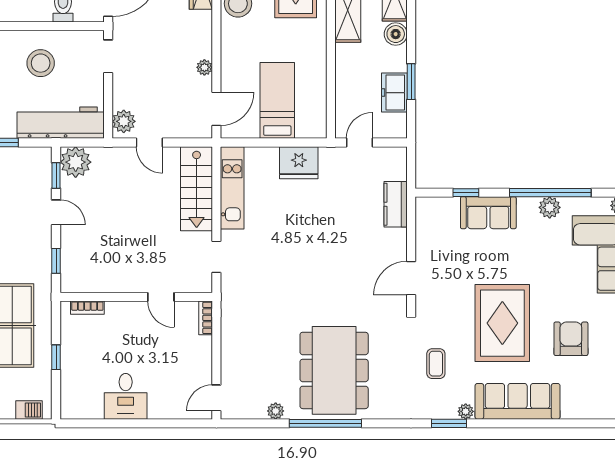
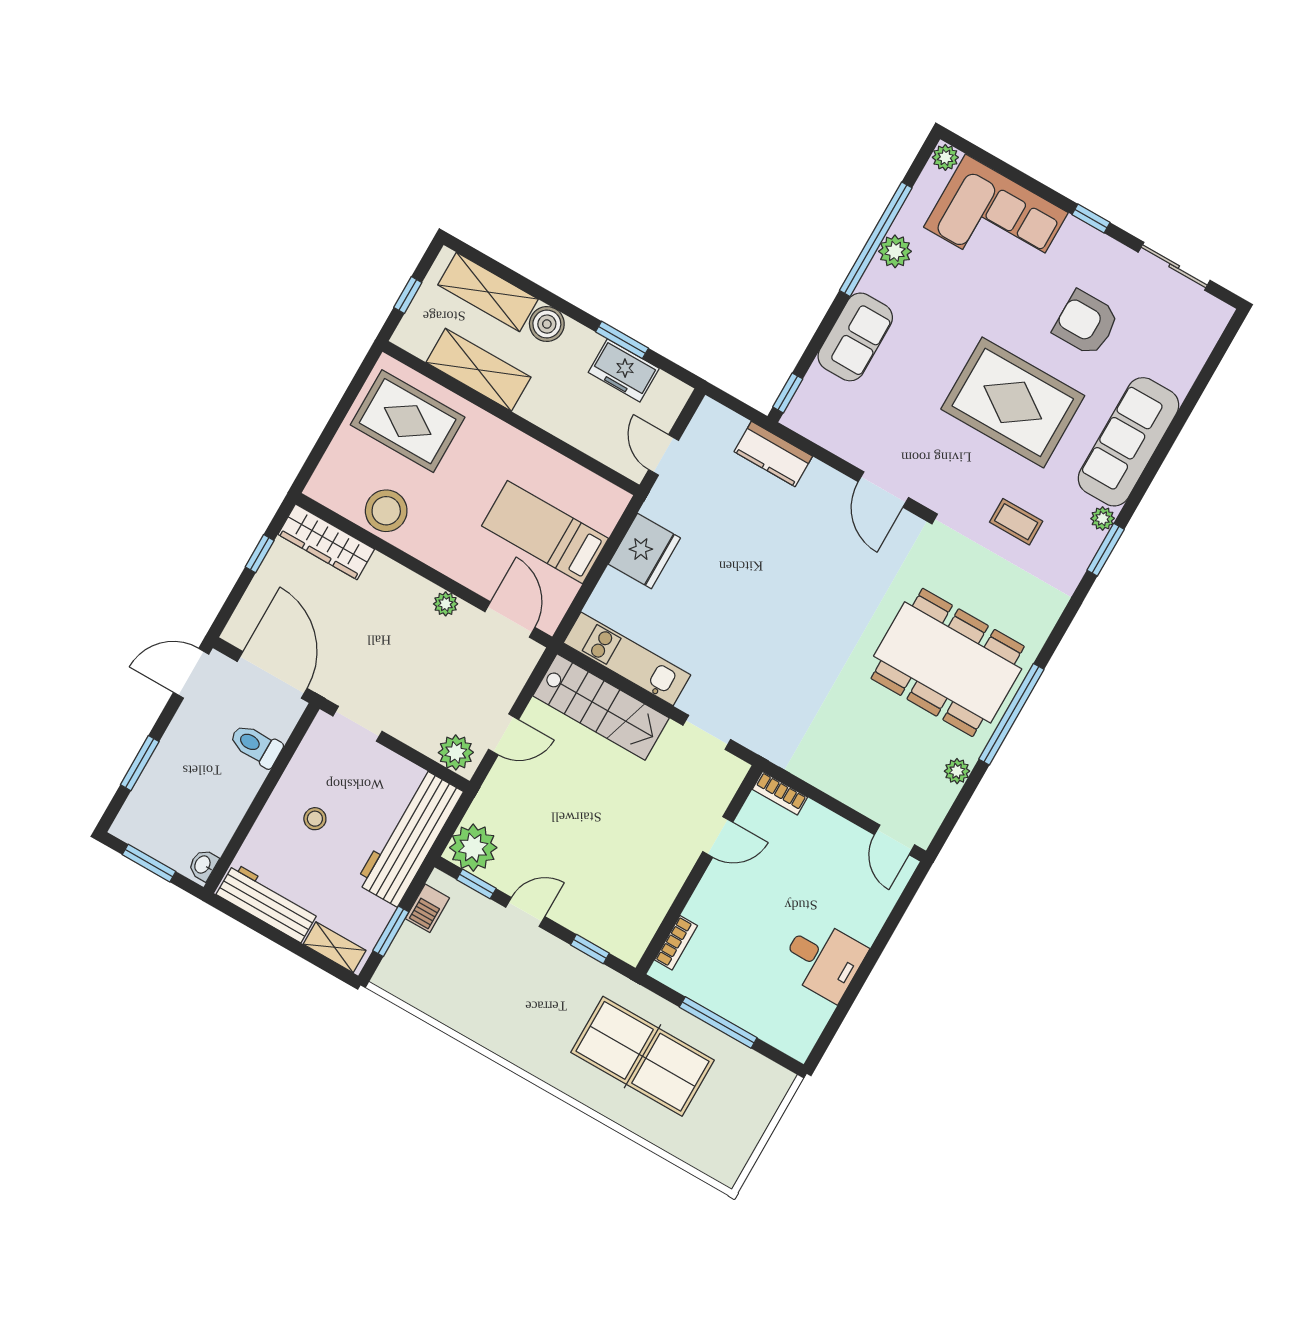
stool: (41, 63) -> (315, 819), width x0.53, depth x0.53
window: (466, 193) -> (788, 393), moved
window: (56, 357) -> (718, 1022), width x2.17
barbecue: (29, 410) -> (427, 908), moved, turned 180

